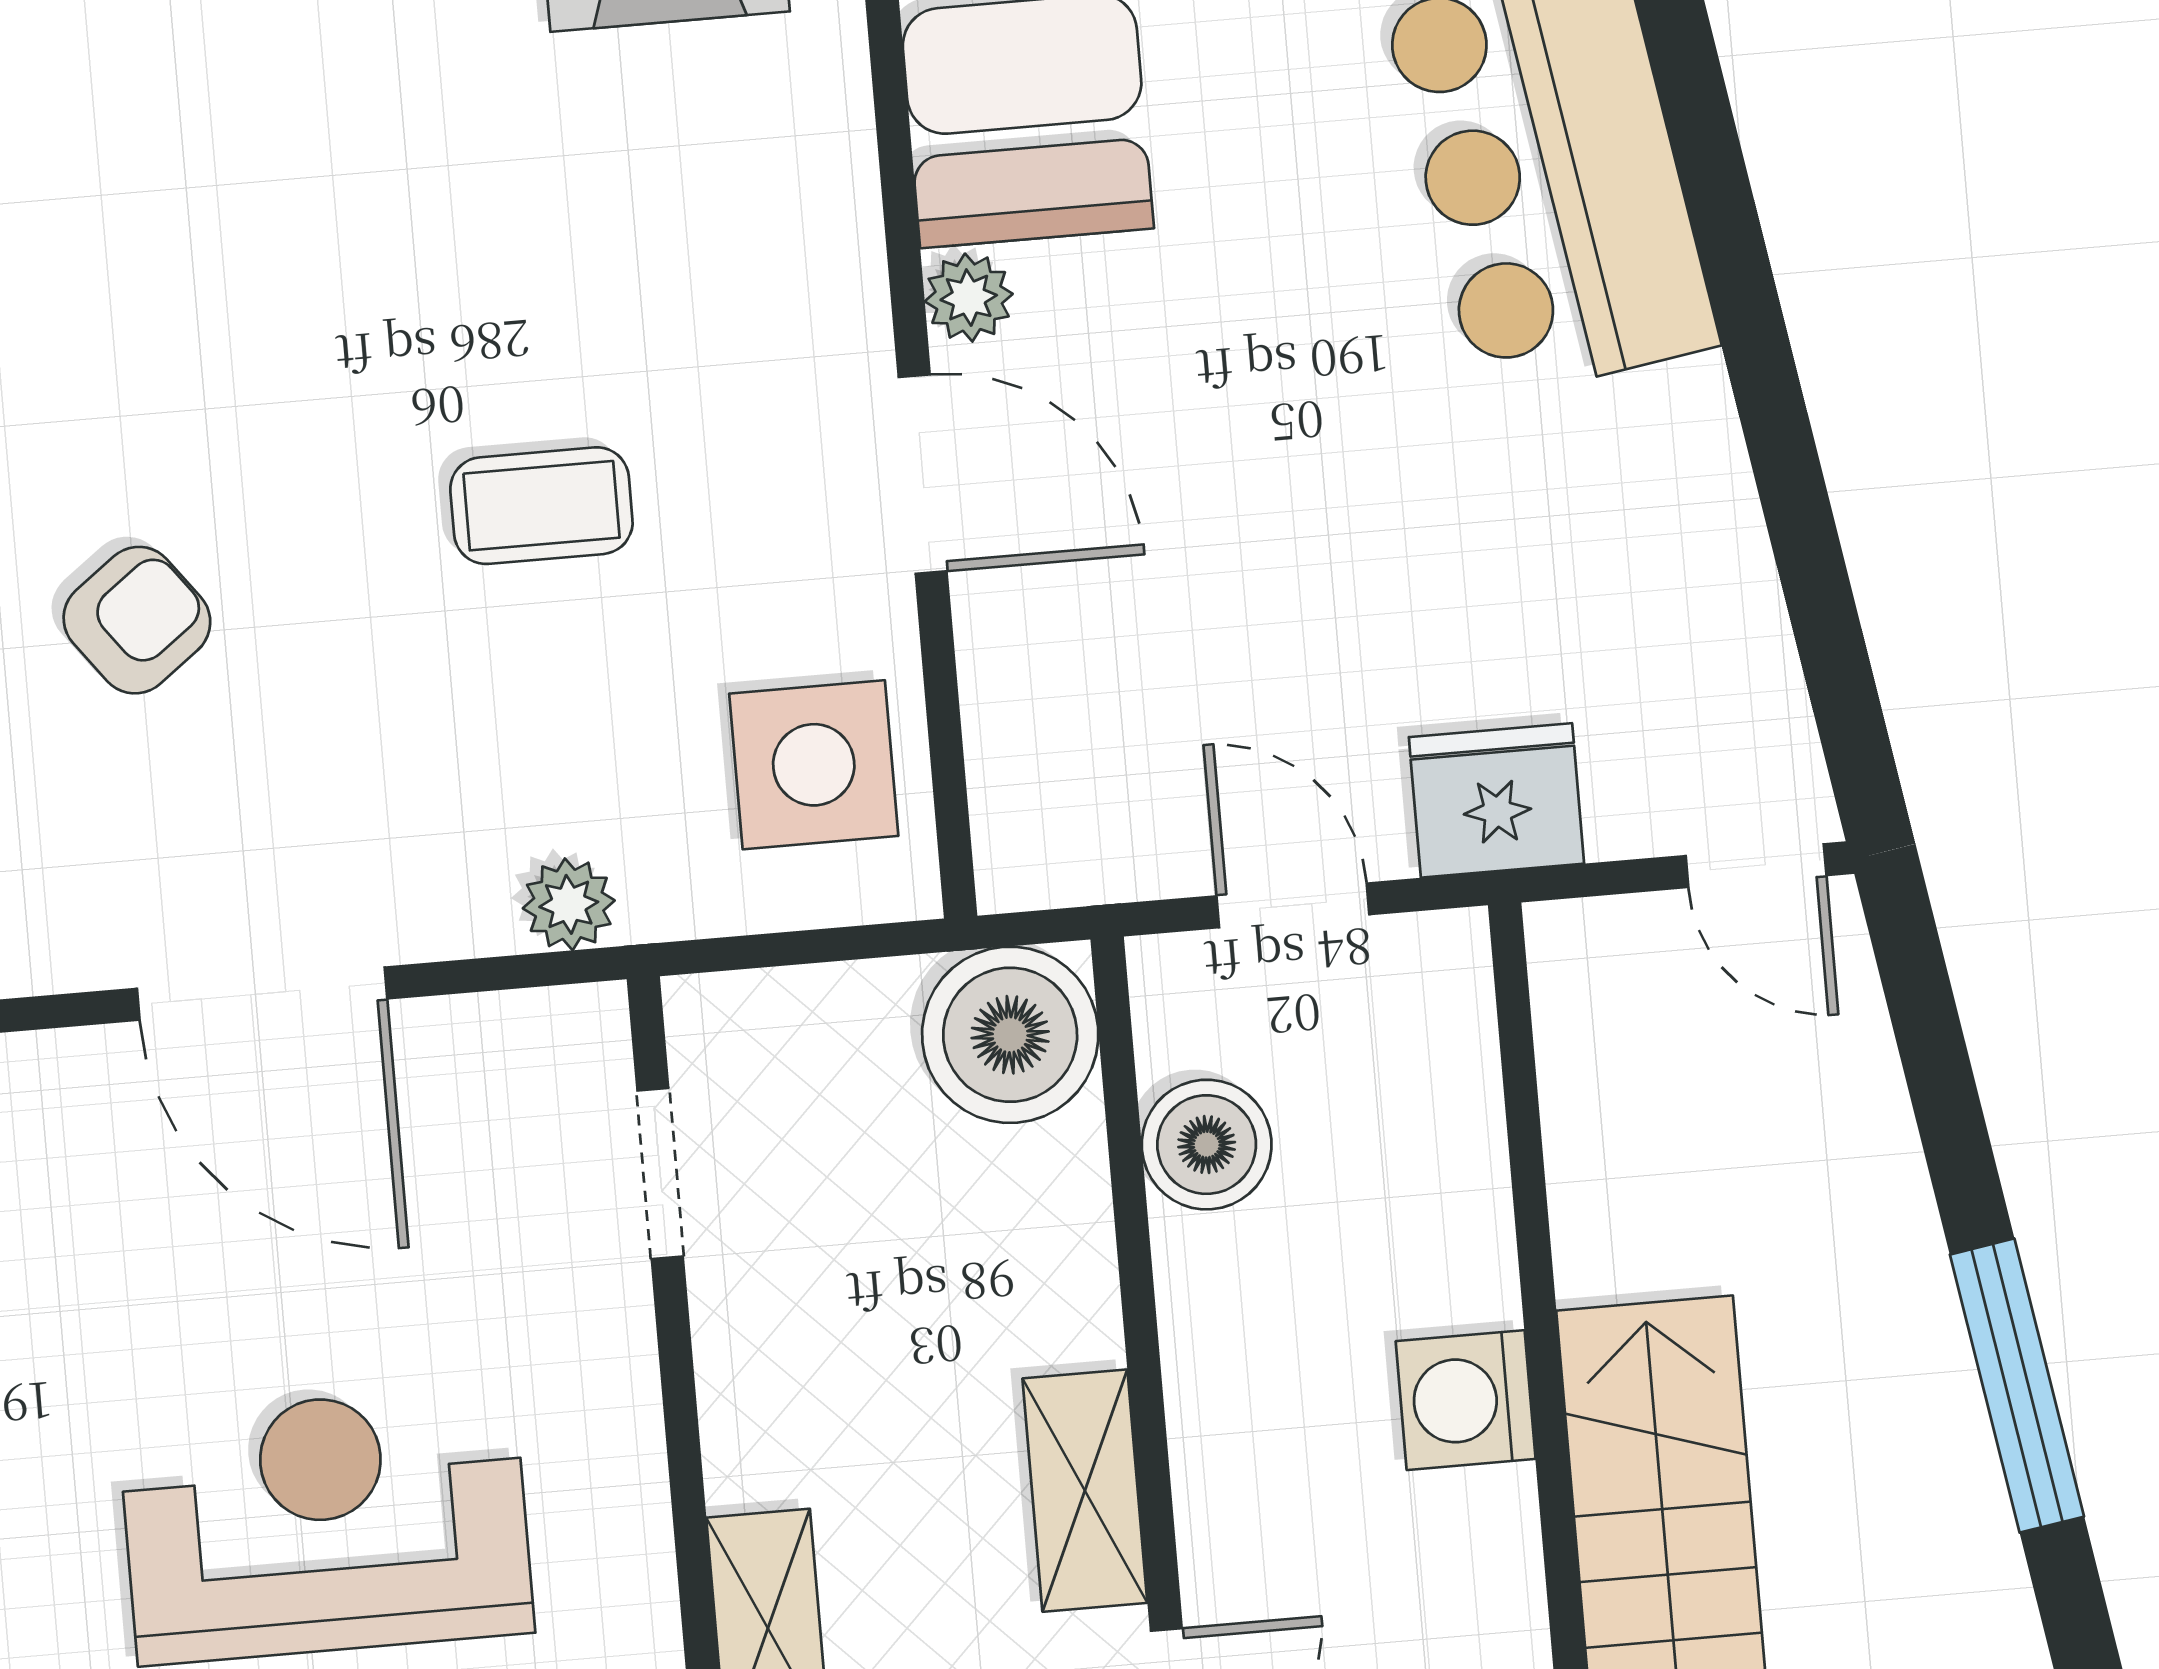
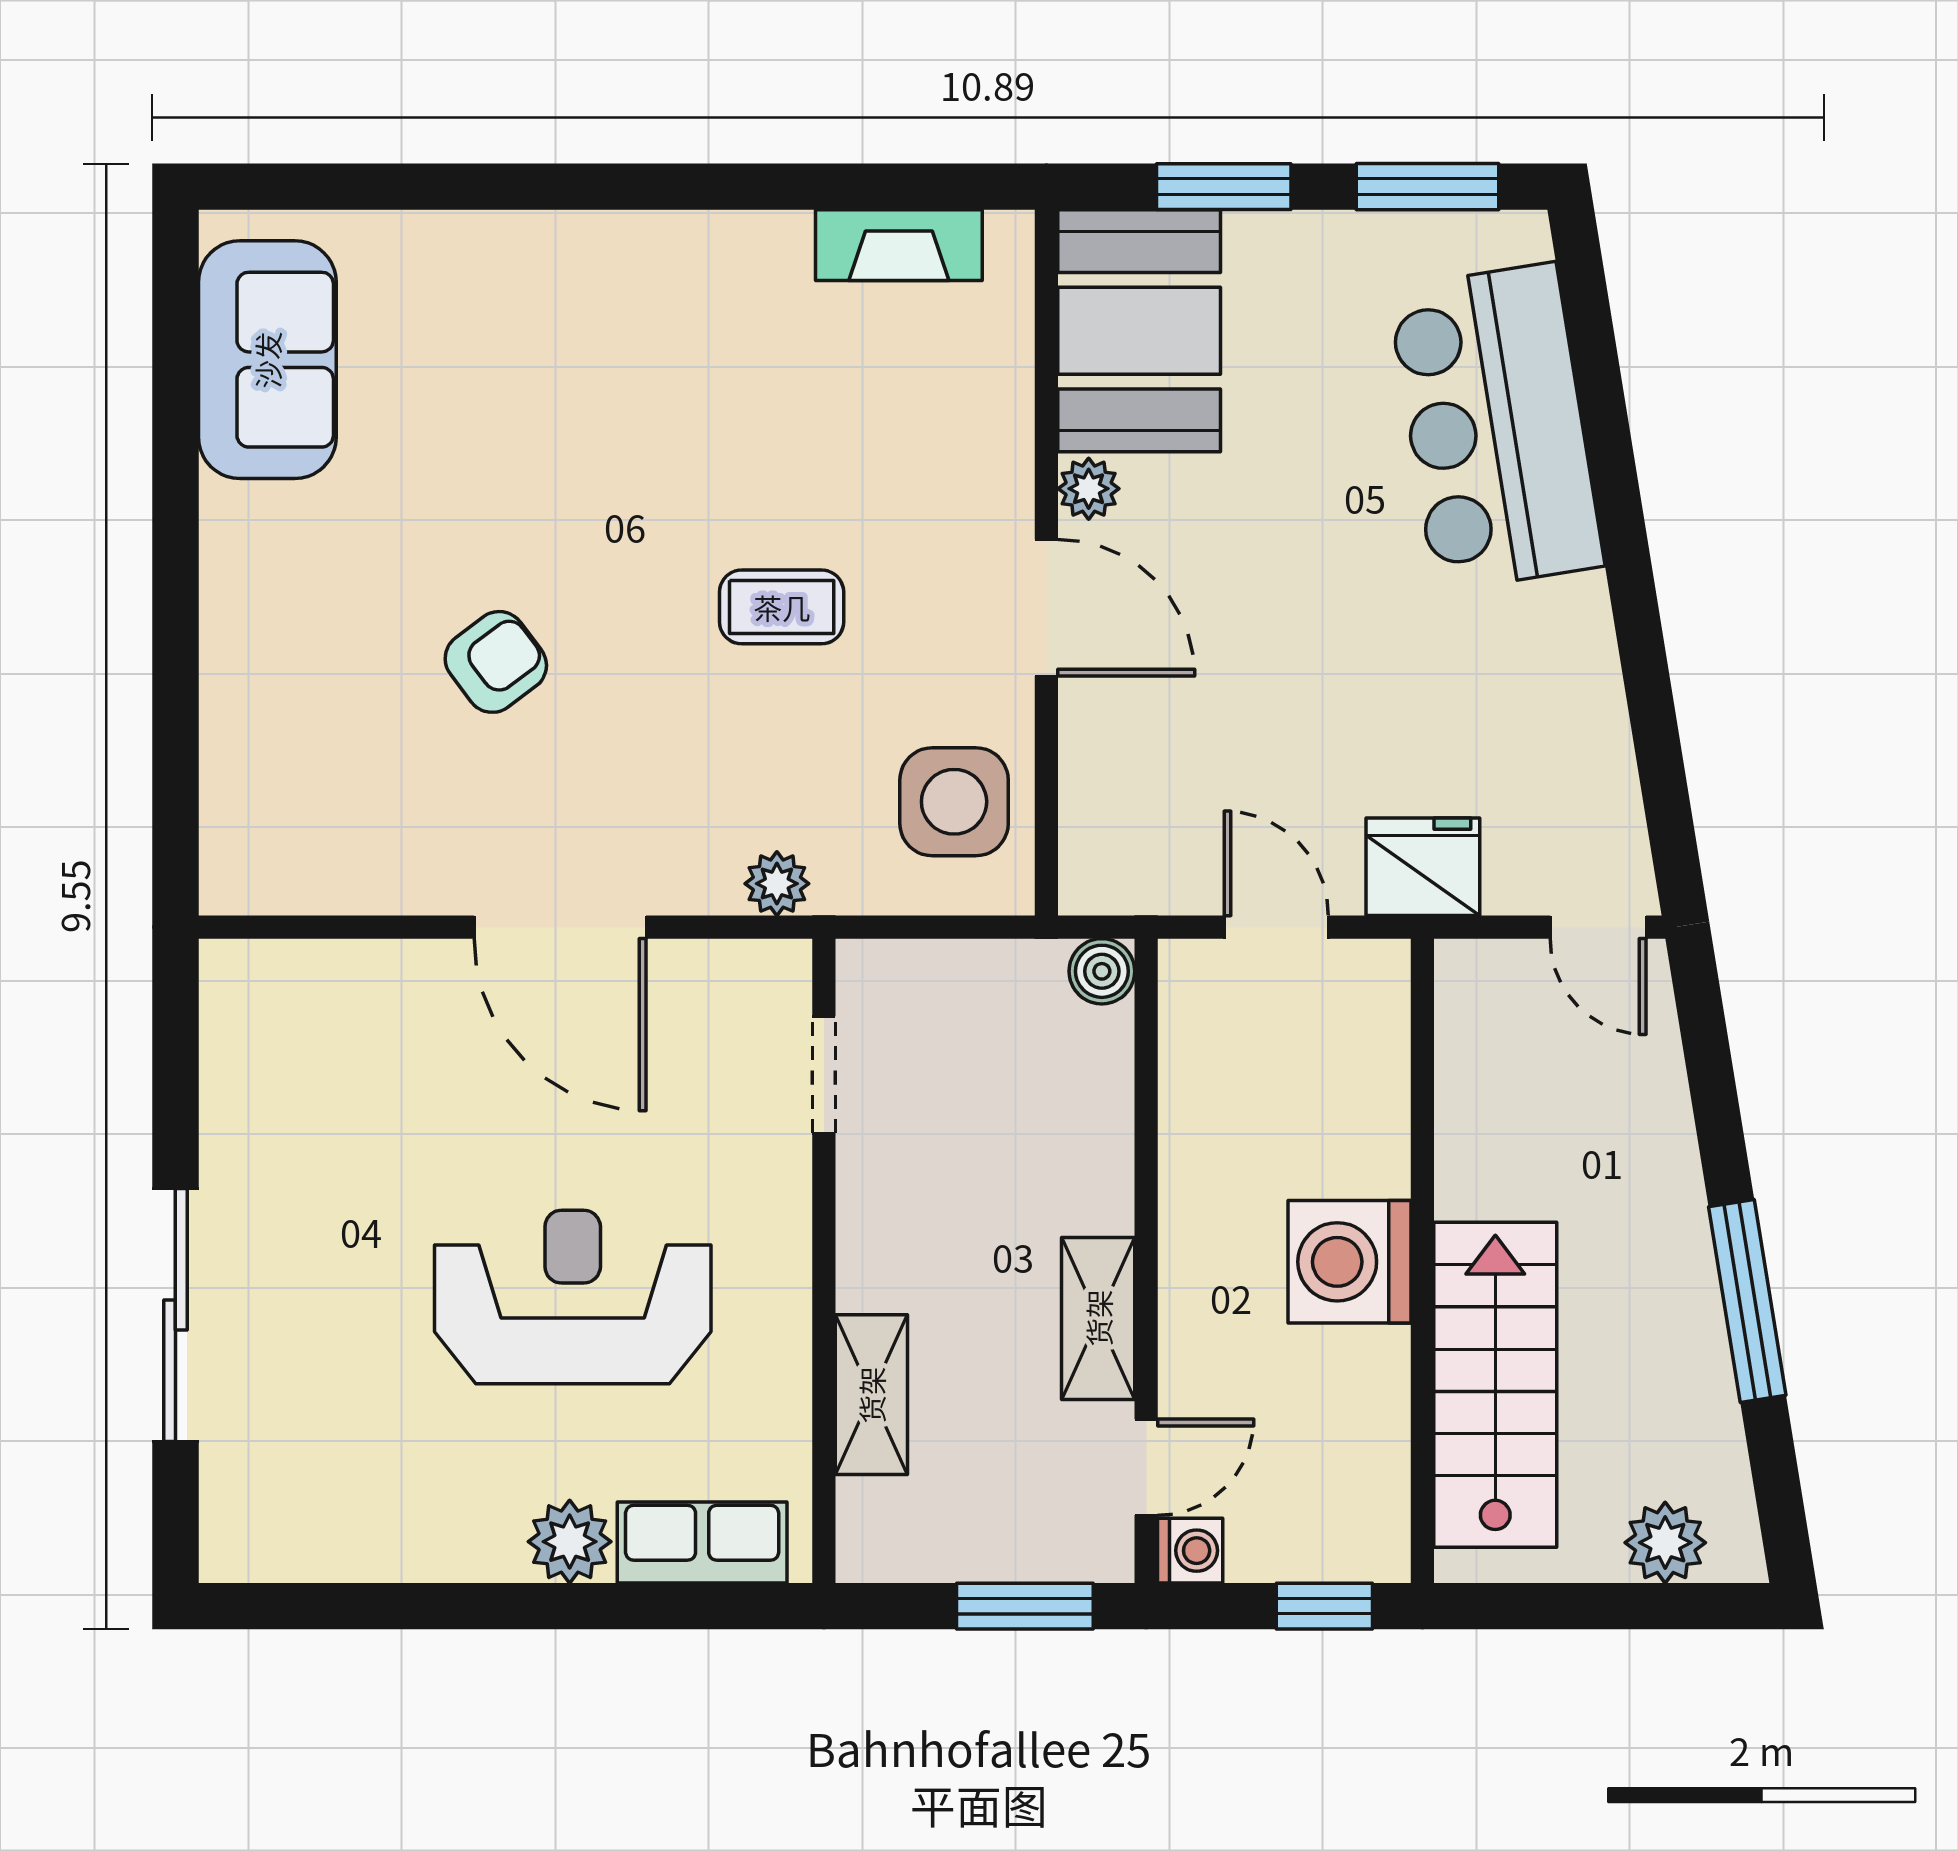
boiler: (1010, 1035) -> (1102, 971), width x0.54, depth x0.54
boiler: (1207, 1145) -> (1203, 1087), removed
washing machine: (1466, 1400) -> (1349, 1262), width x1.37, depth x1.37

